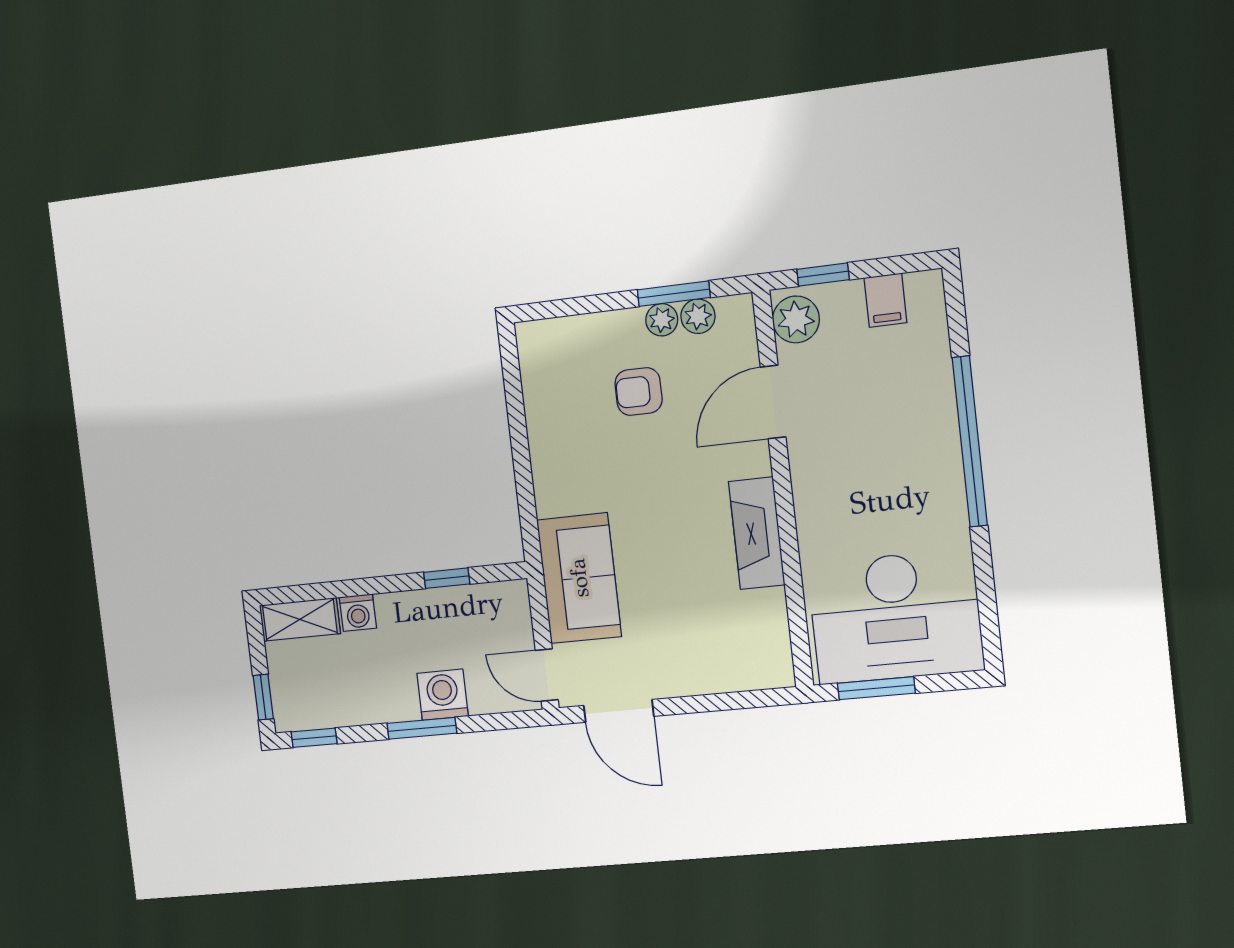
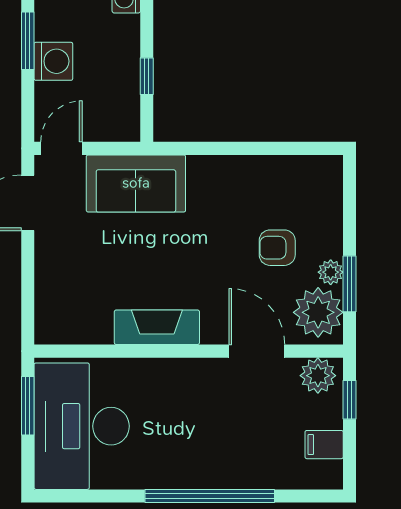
plant: (698, 316) -> (318, 312), width x1.87, depth x1.87
armchair: (639, 392) -> (277, 248), turned -90

